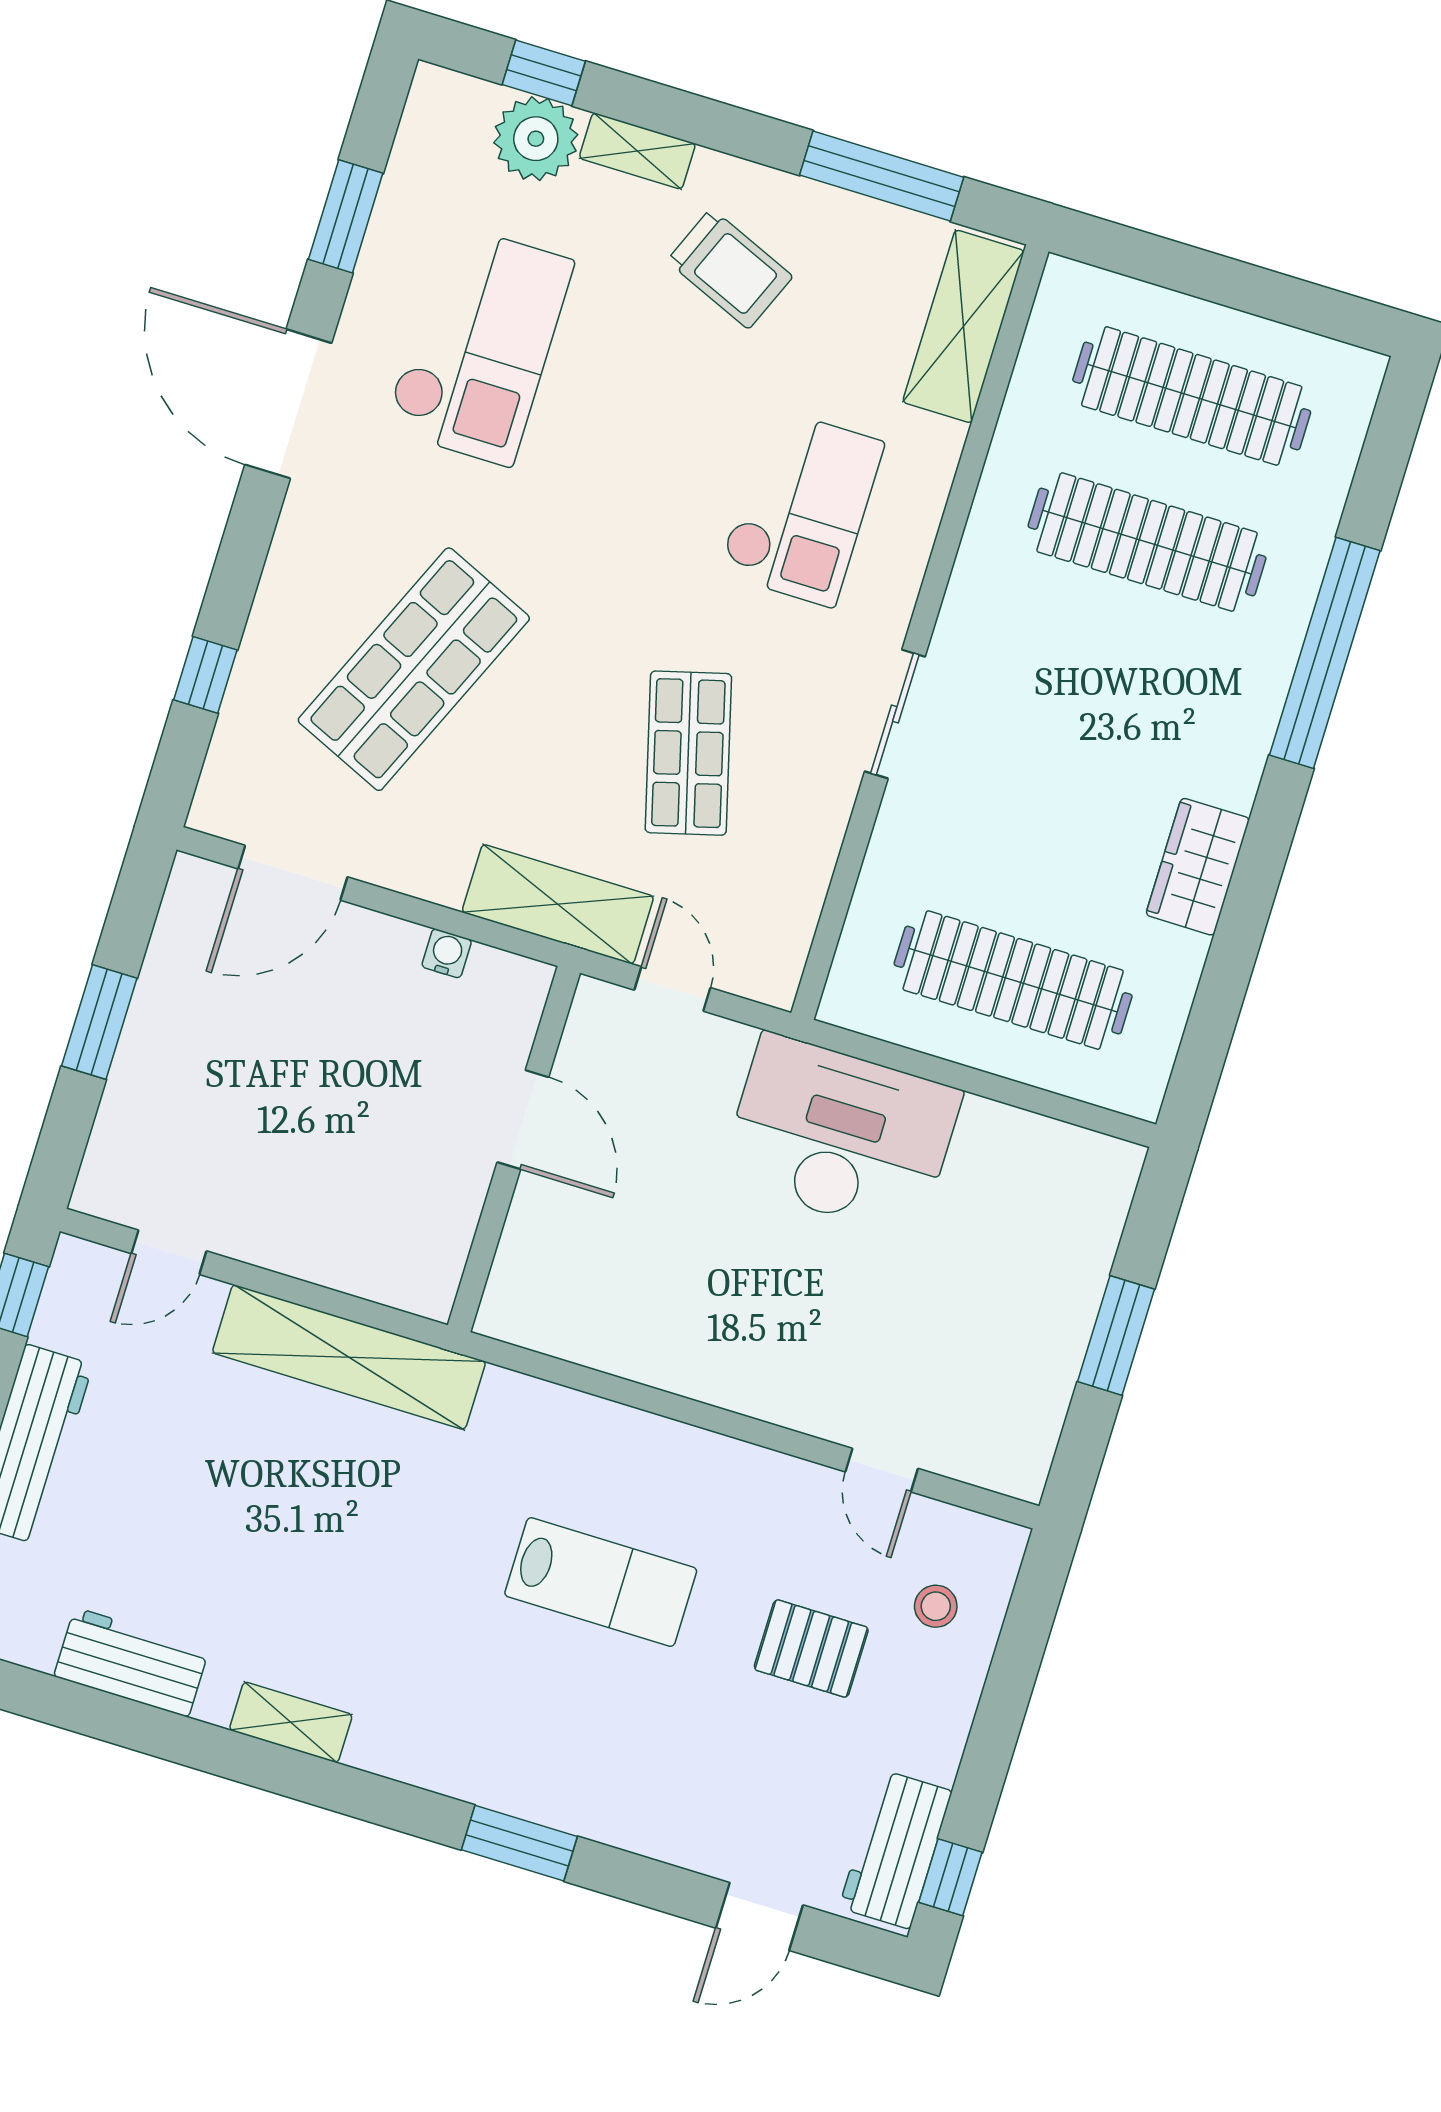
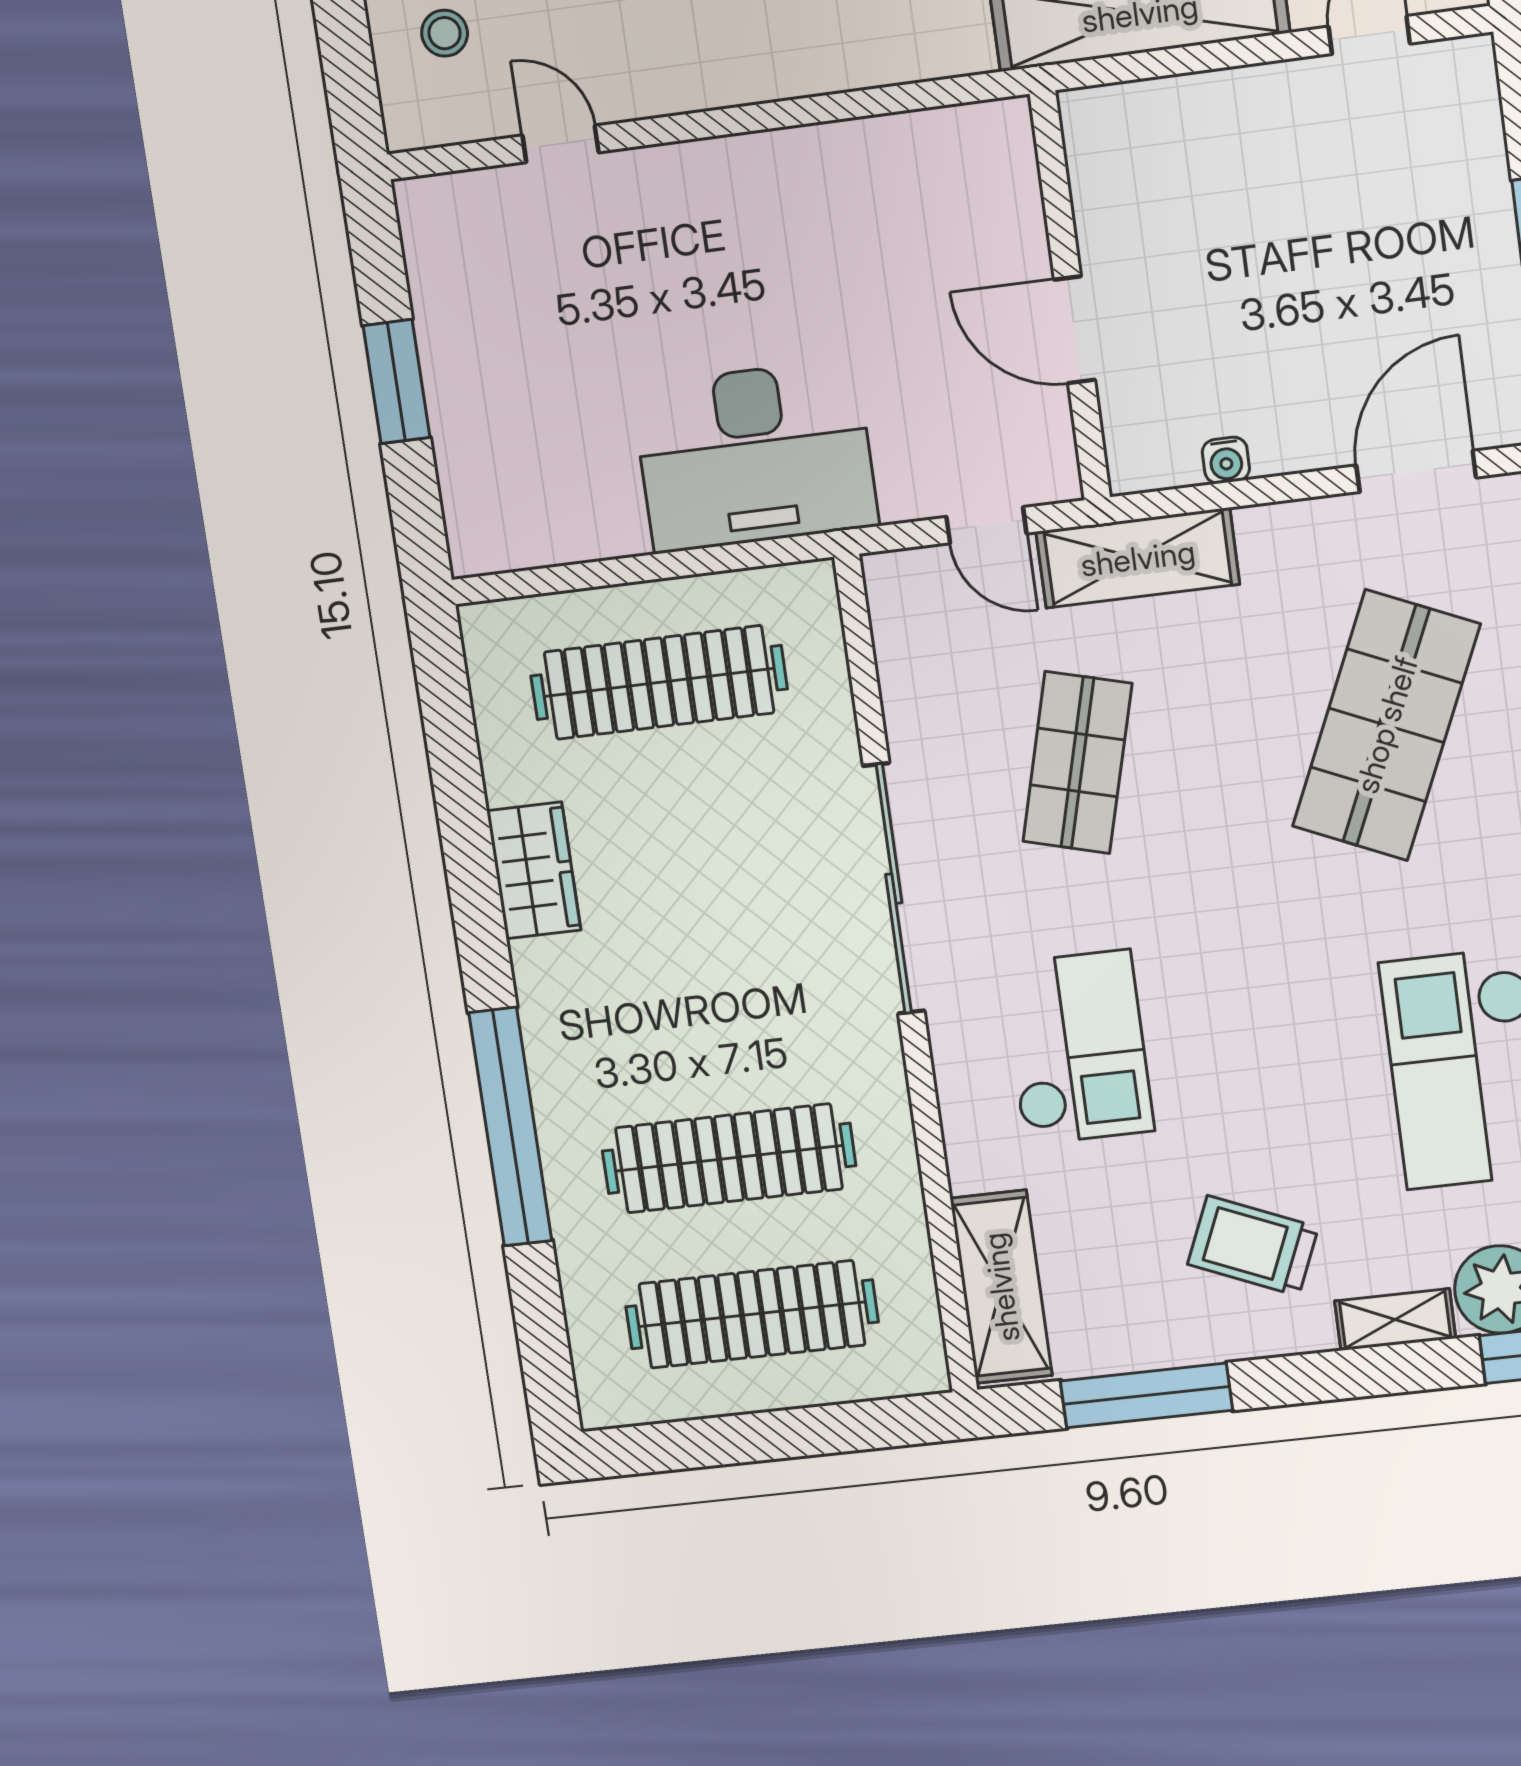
checkout: (801, 508) -> (1077, 1047), turned 180
sliding door: (895, 714) -> (894, 889), width x1.86
shop shelf: (688, 753) -> (1077, 762), turned 30

